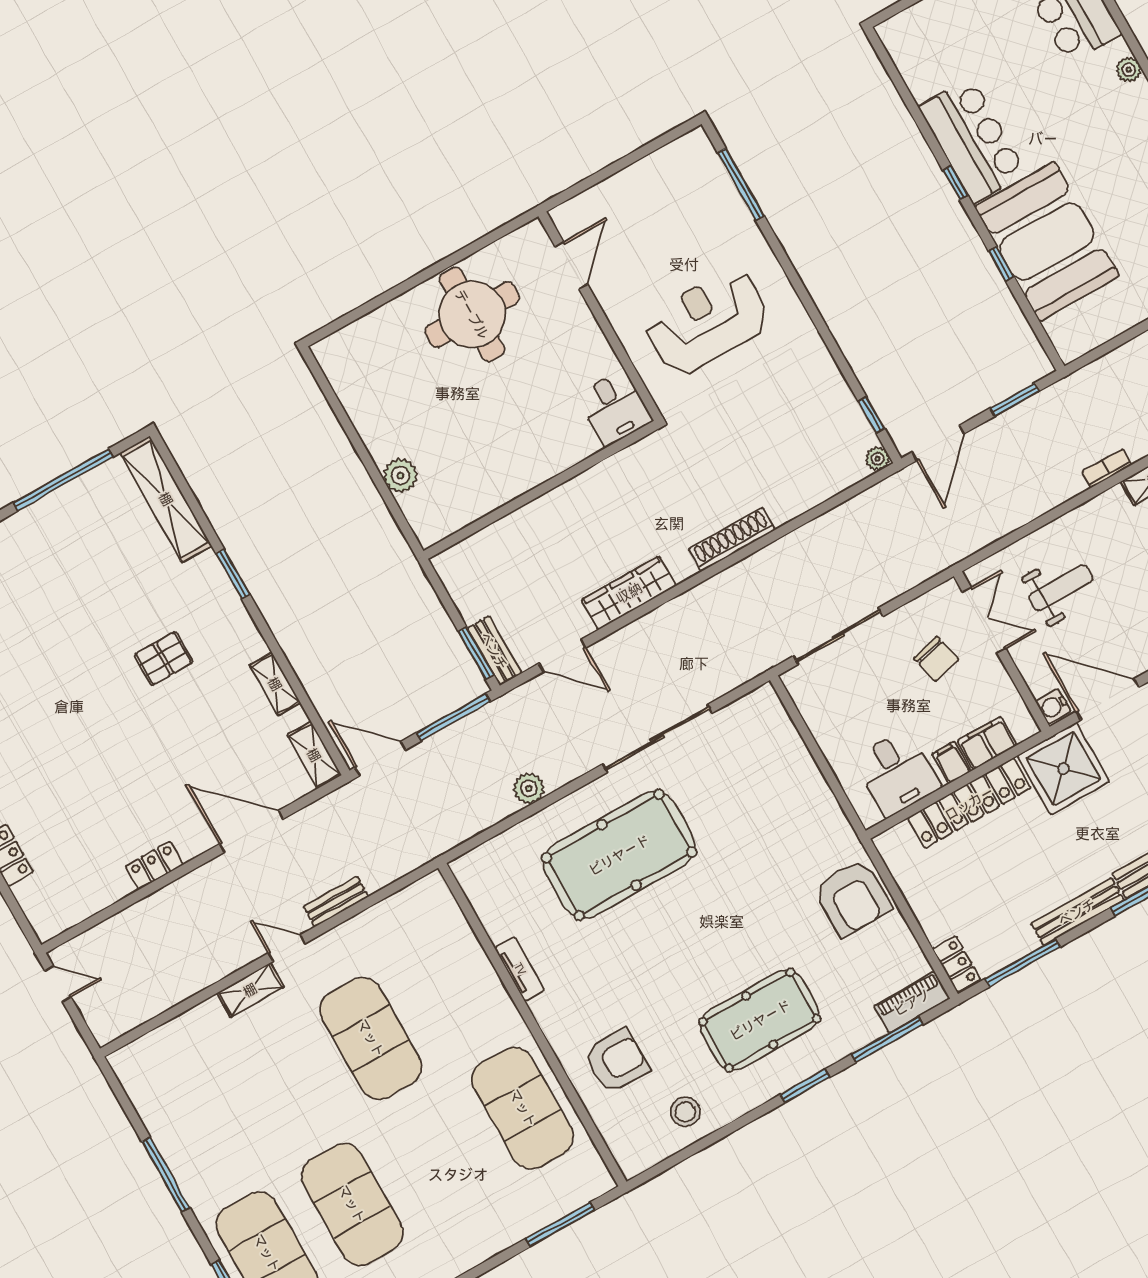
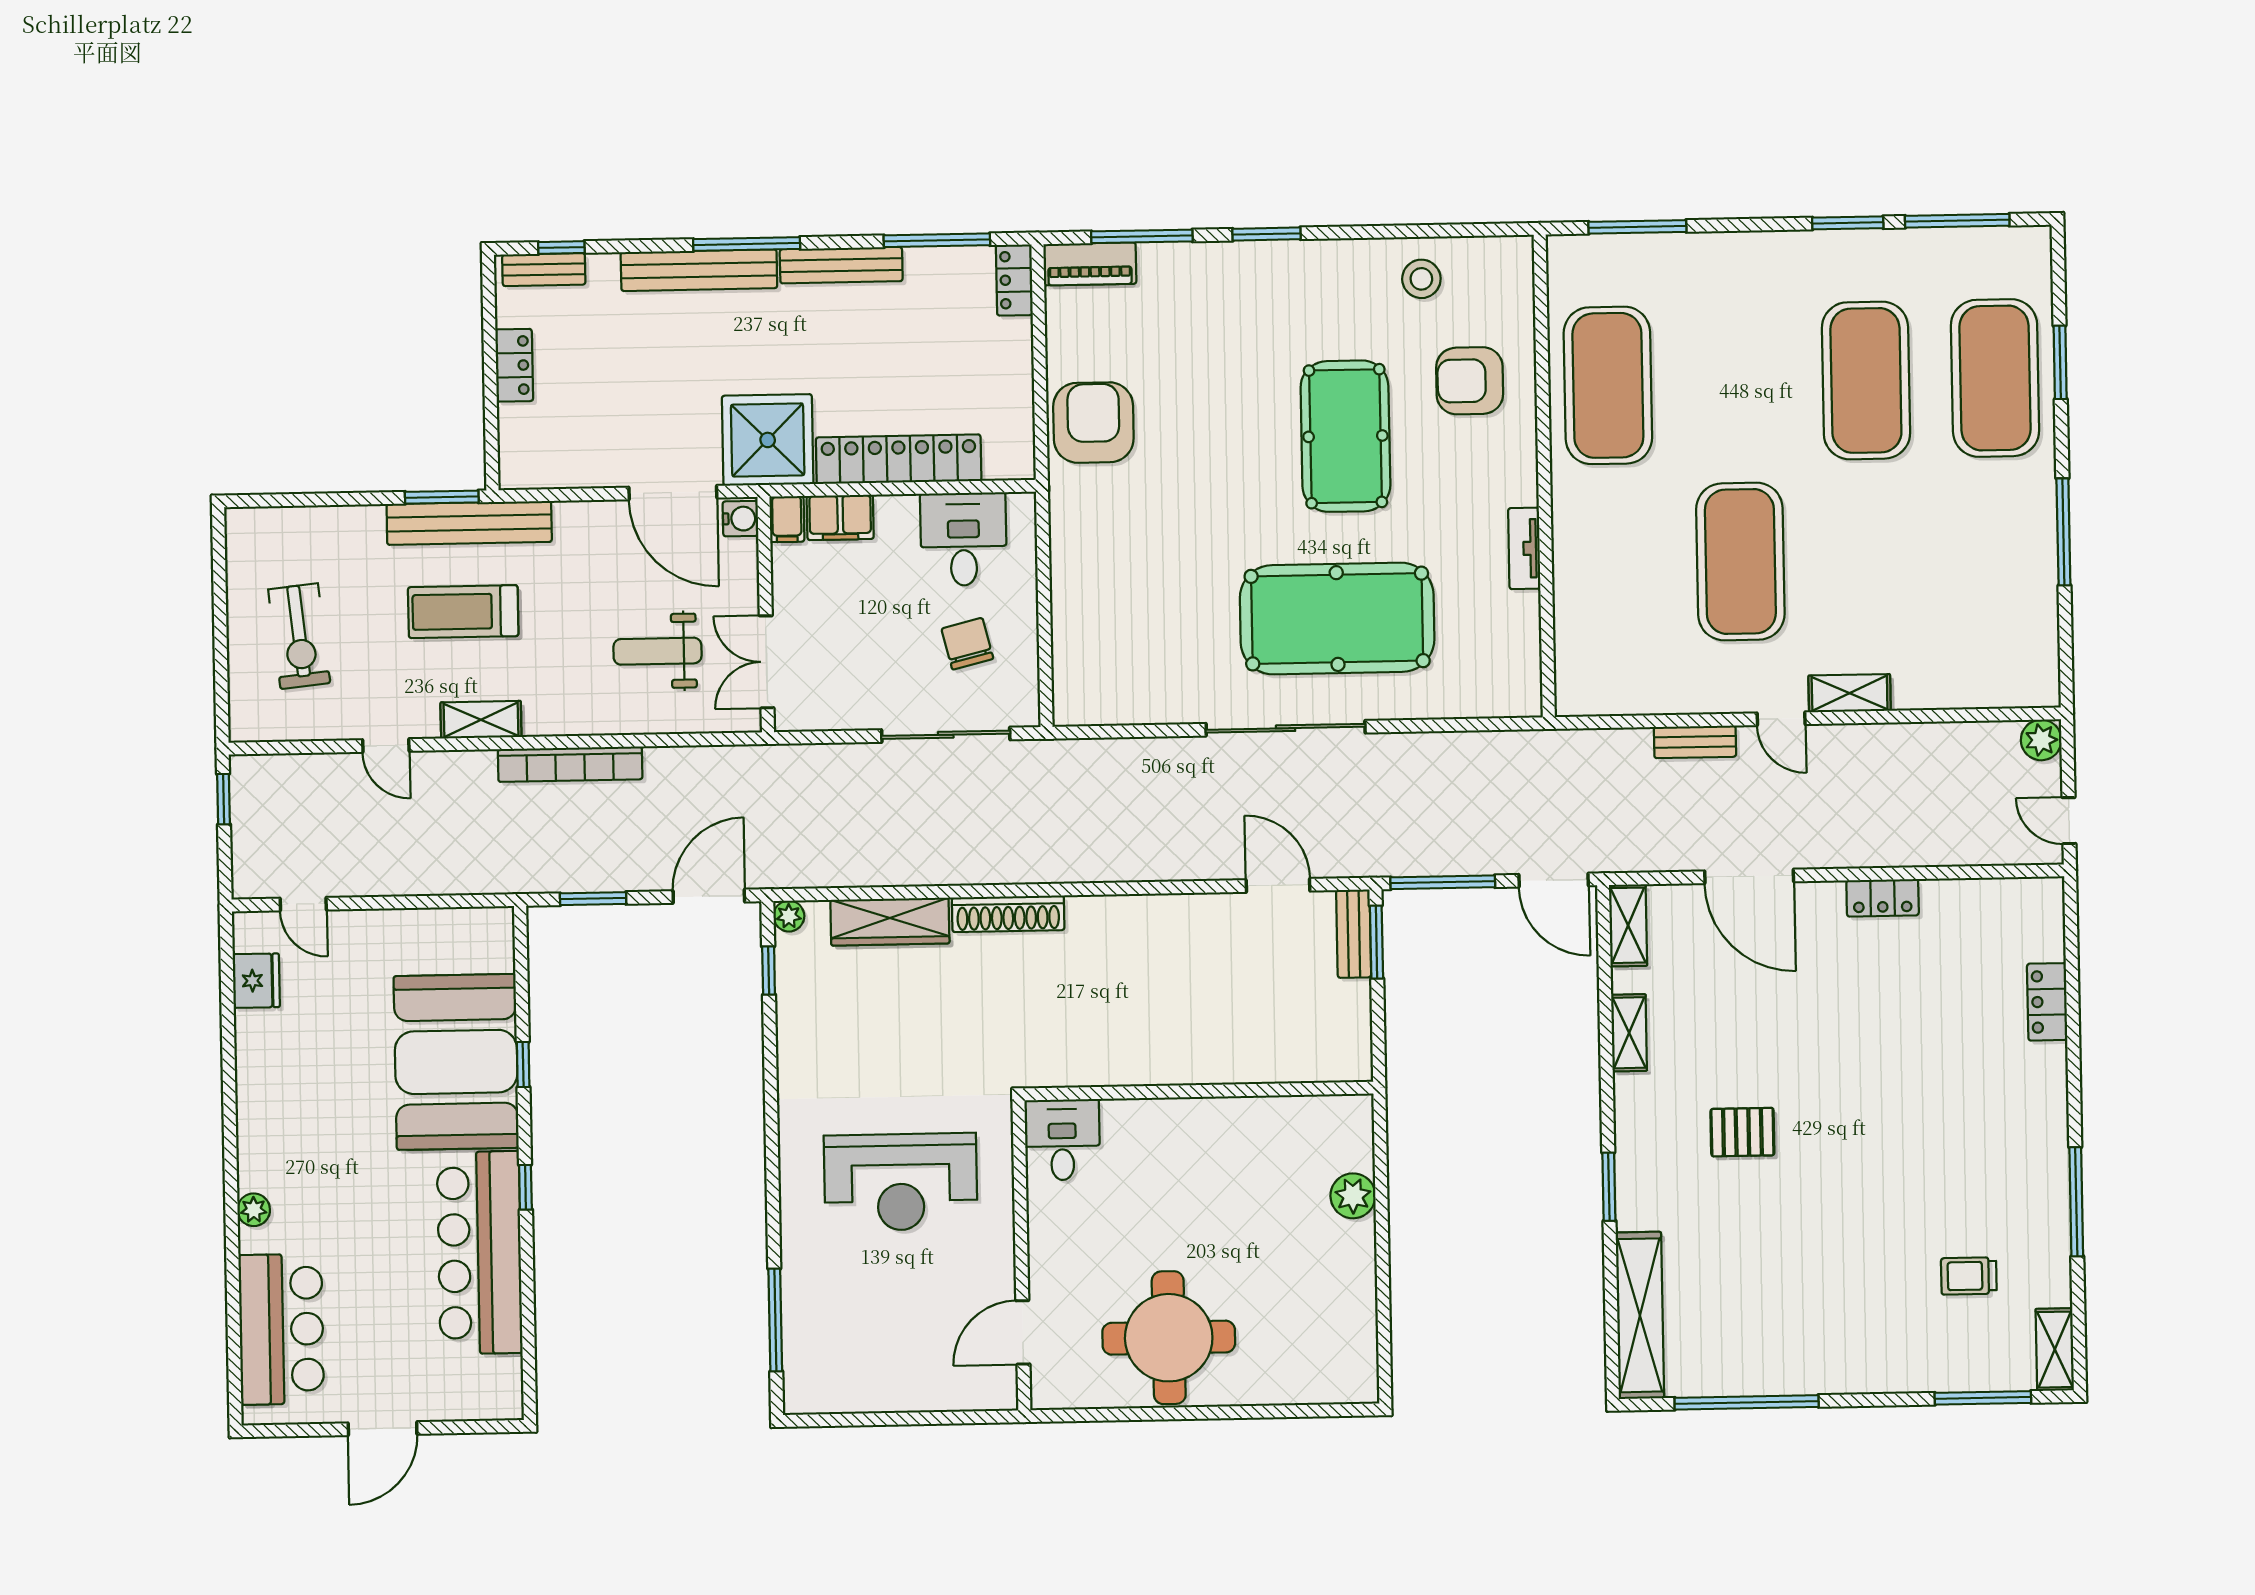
bar counter: (972, 140) -> (480, 1253), width x1.36
bookcase: (1107, 468) -> (570, 764), width x2.31, depth x1.31
wardrobe: (629, 593) -> (890, 922), moved
chair: (936, 659) -> (967, 644), moved
sliding door: (657, 739) -> (1286, 728), moved
filing cabinet: (952, 763) -> (787, 519), moved
plant: (529, 788) -> (2041, 740), moved
pool table: (760, 1020) -> (1345, 436), moved, turned 90

